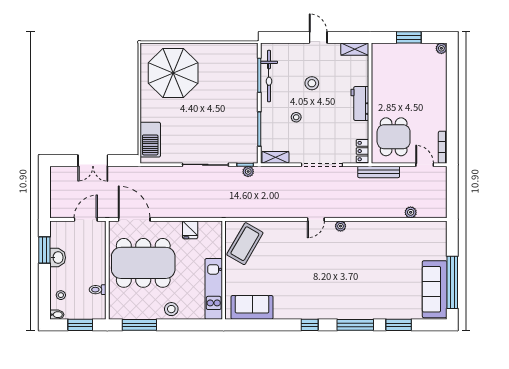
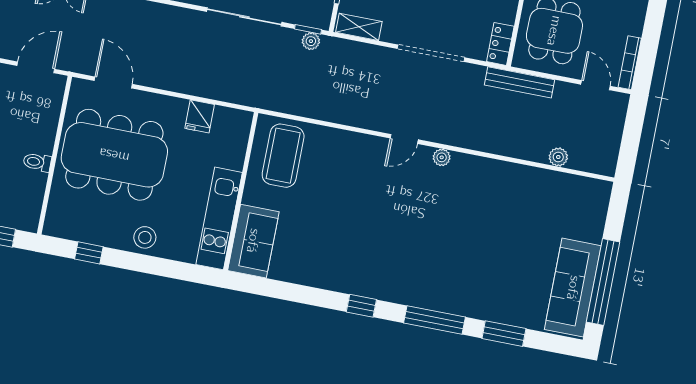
door: (134, 219) -> (113, 82), width x0.73
coffee table: (245, 244) -> (283, 156), turned -30
toilet: (98, 290) -> (37, 162), moved
sofa: (252, 307) -> (253, 241), moved, turned 90
window: (139, 325) -> (89, 253), width x0.46

